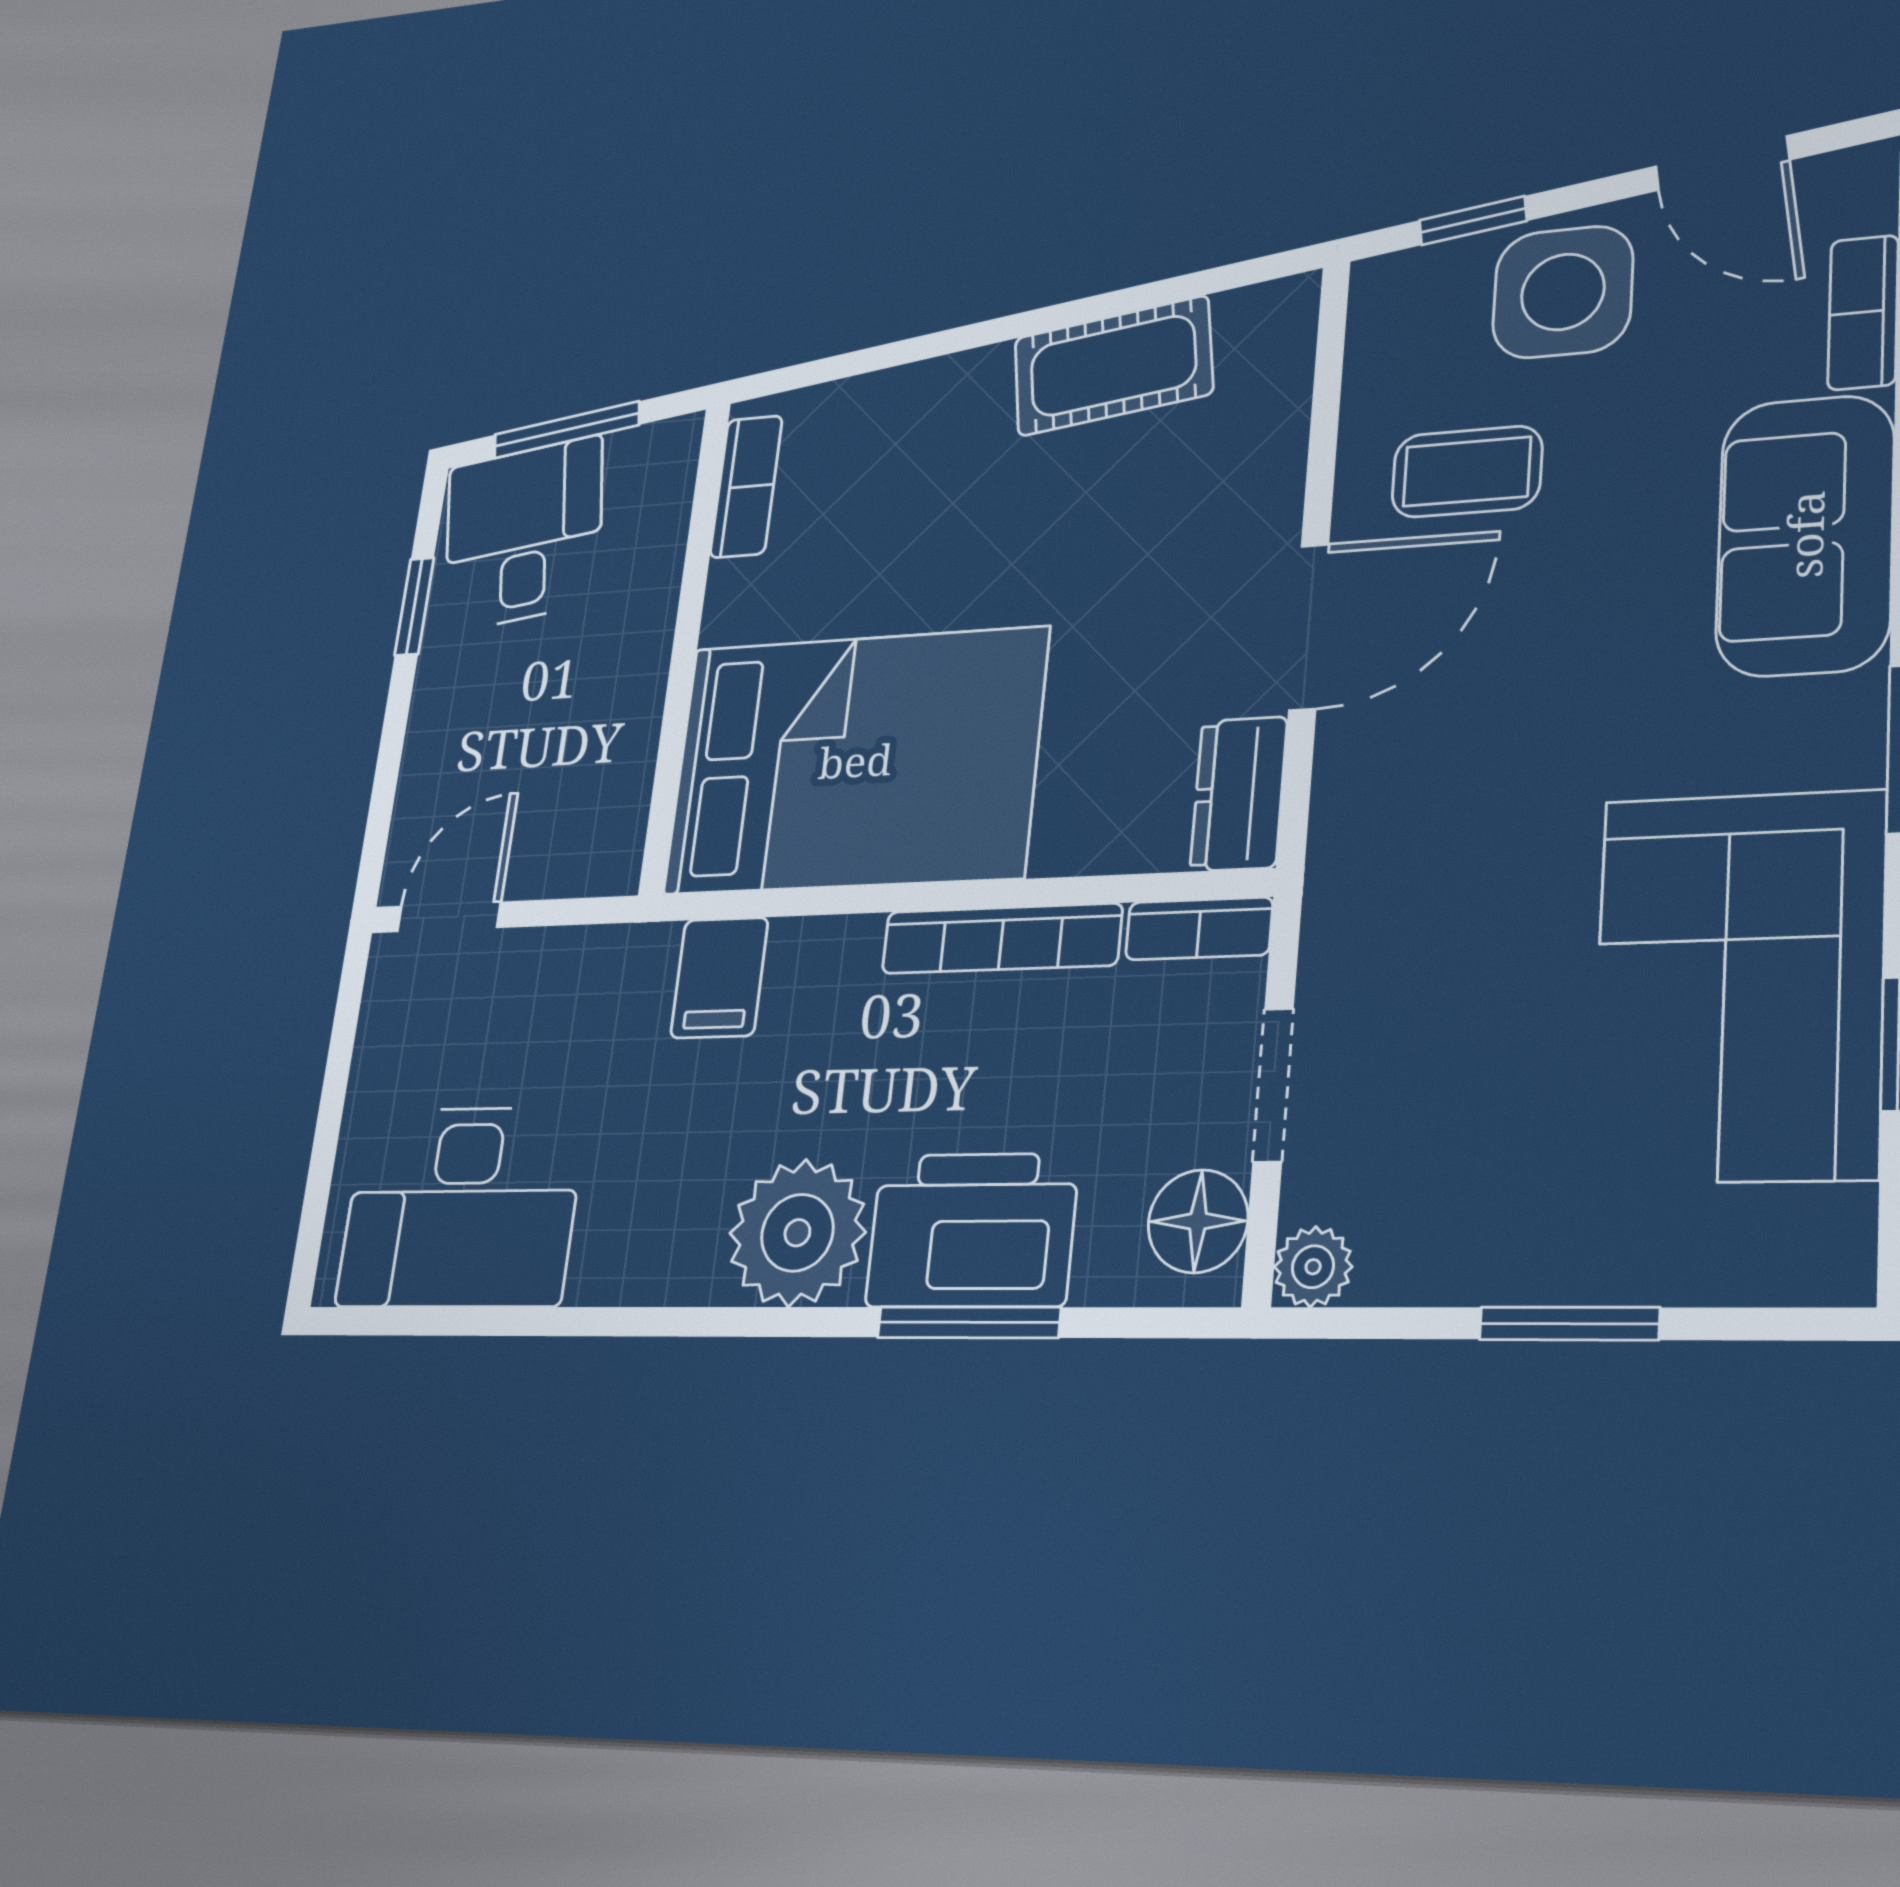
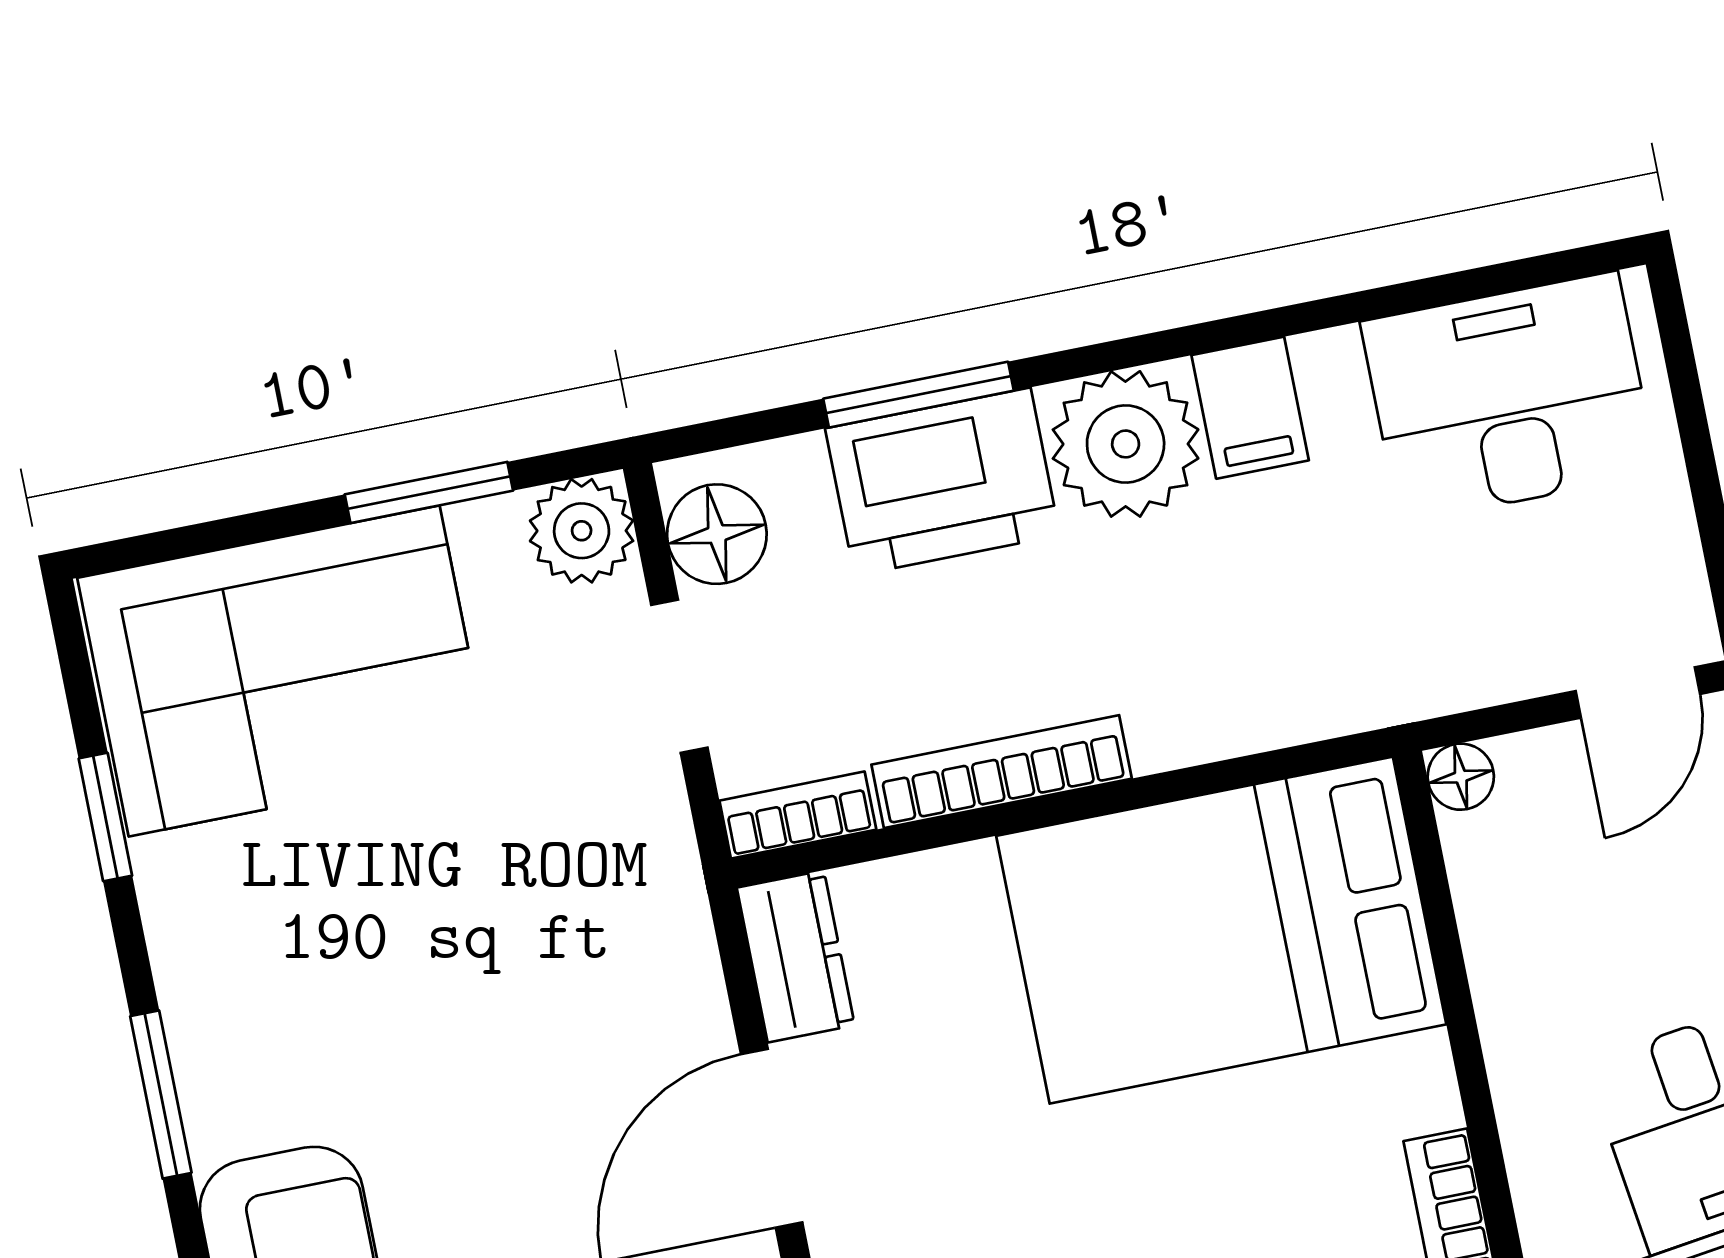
floor lamp: (614, 867) -> (1461, 777), added
filing cabinet: (719, 978) -> (1250, 408), moved, turned 180
corner sofa: (1739, 986) -> (284, 671), moved, turned 90
plant: (1313, 1267) -> (582, 531), width x1.38, depth x1.38
window: (1569, 1324) -> (429, 493), moved

